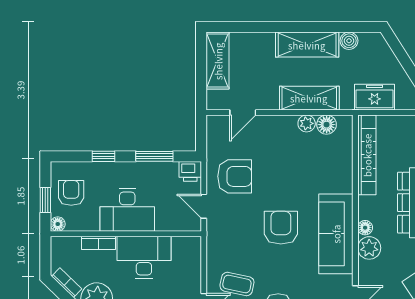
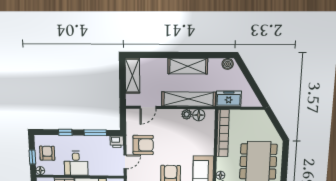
boiler: (349, 41) -> (228, 64), moved
shelving: (309, 98) -> (189, 99), width x1.47
door: (204, 206) -> (125, 162), swing flipped
desk: (127, 210) -> (76, 163), width x0.73

